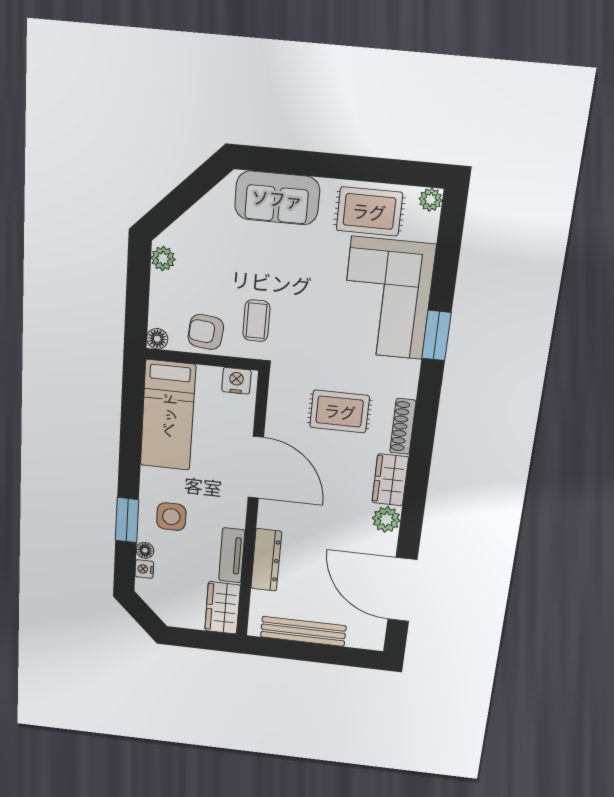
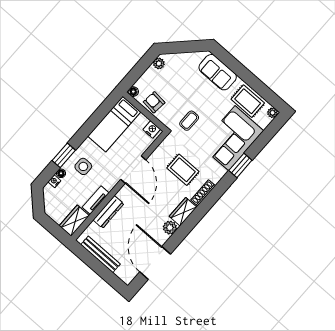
coffee table: (256, 321) -> (189, 121), moved

